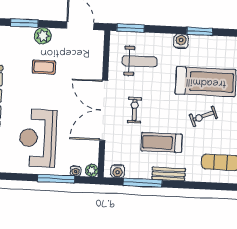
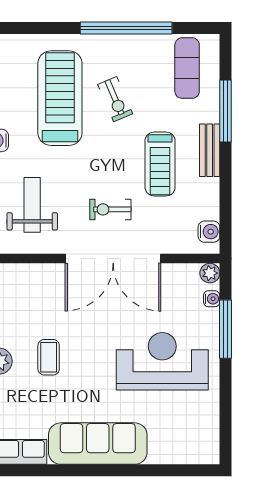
reception desk: (38, 138) -> (162, 361), turned 180
window: (143, 183) -> (226, 111), moved

